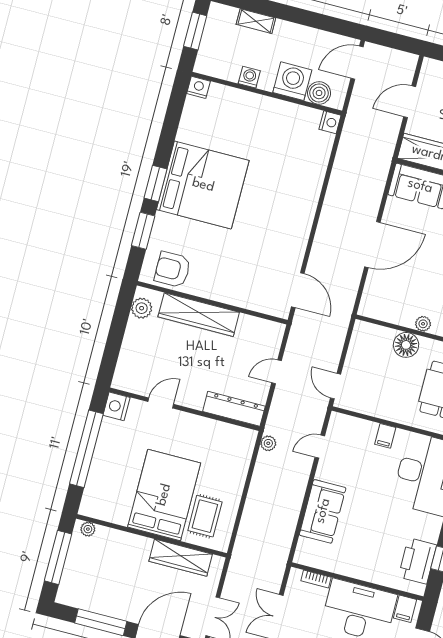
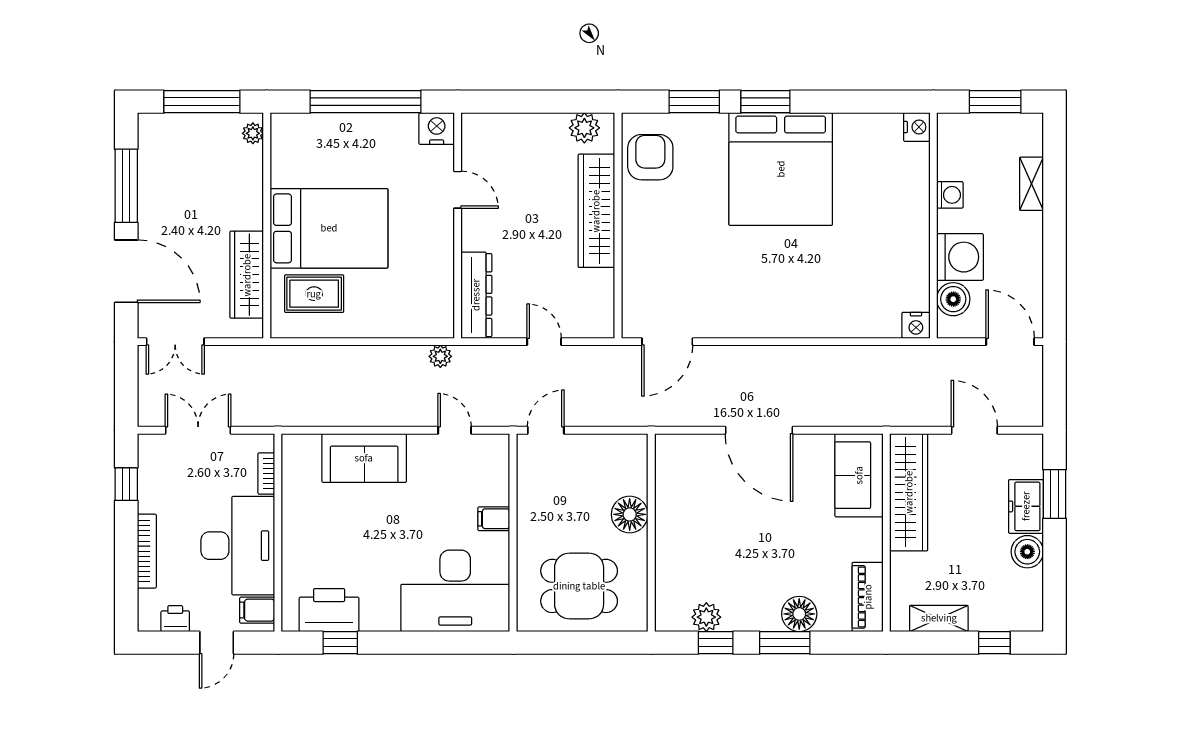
plant: (423, 324) -> (666, 531), removed

